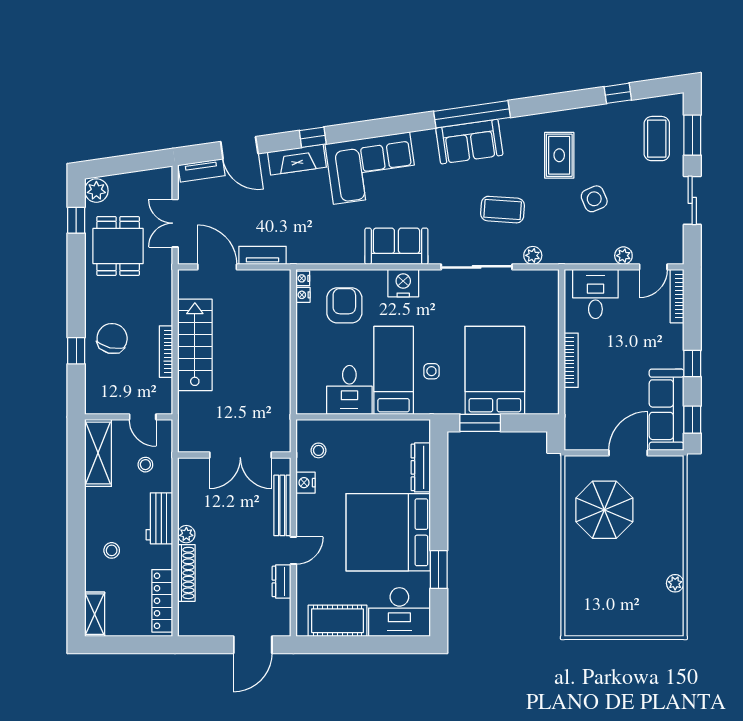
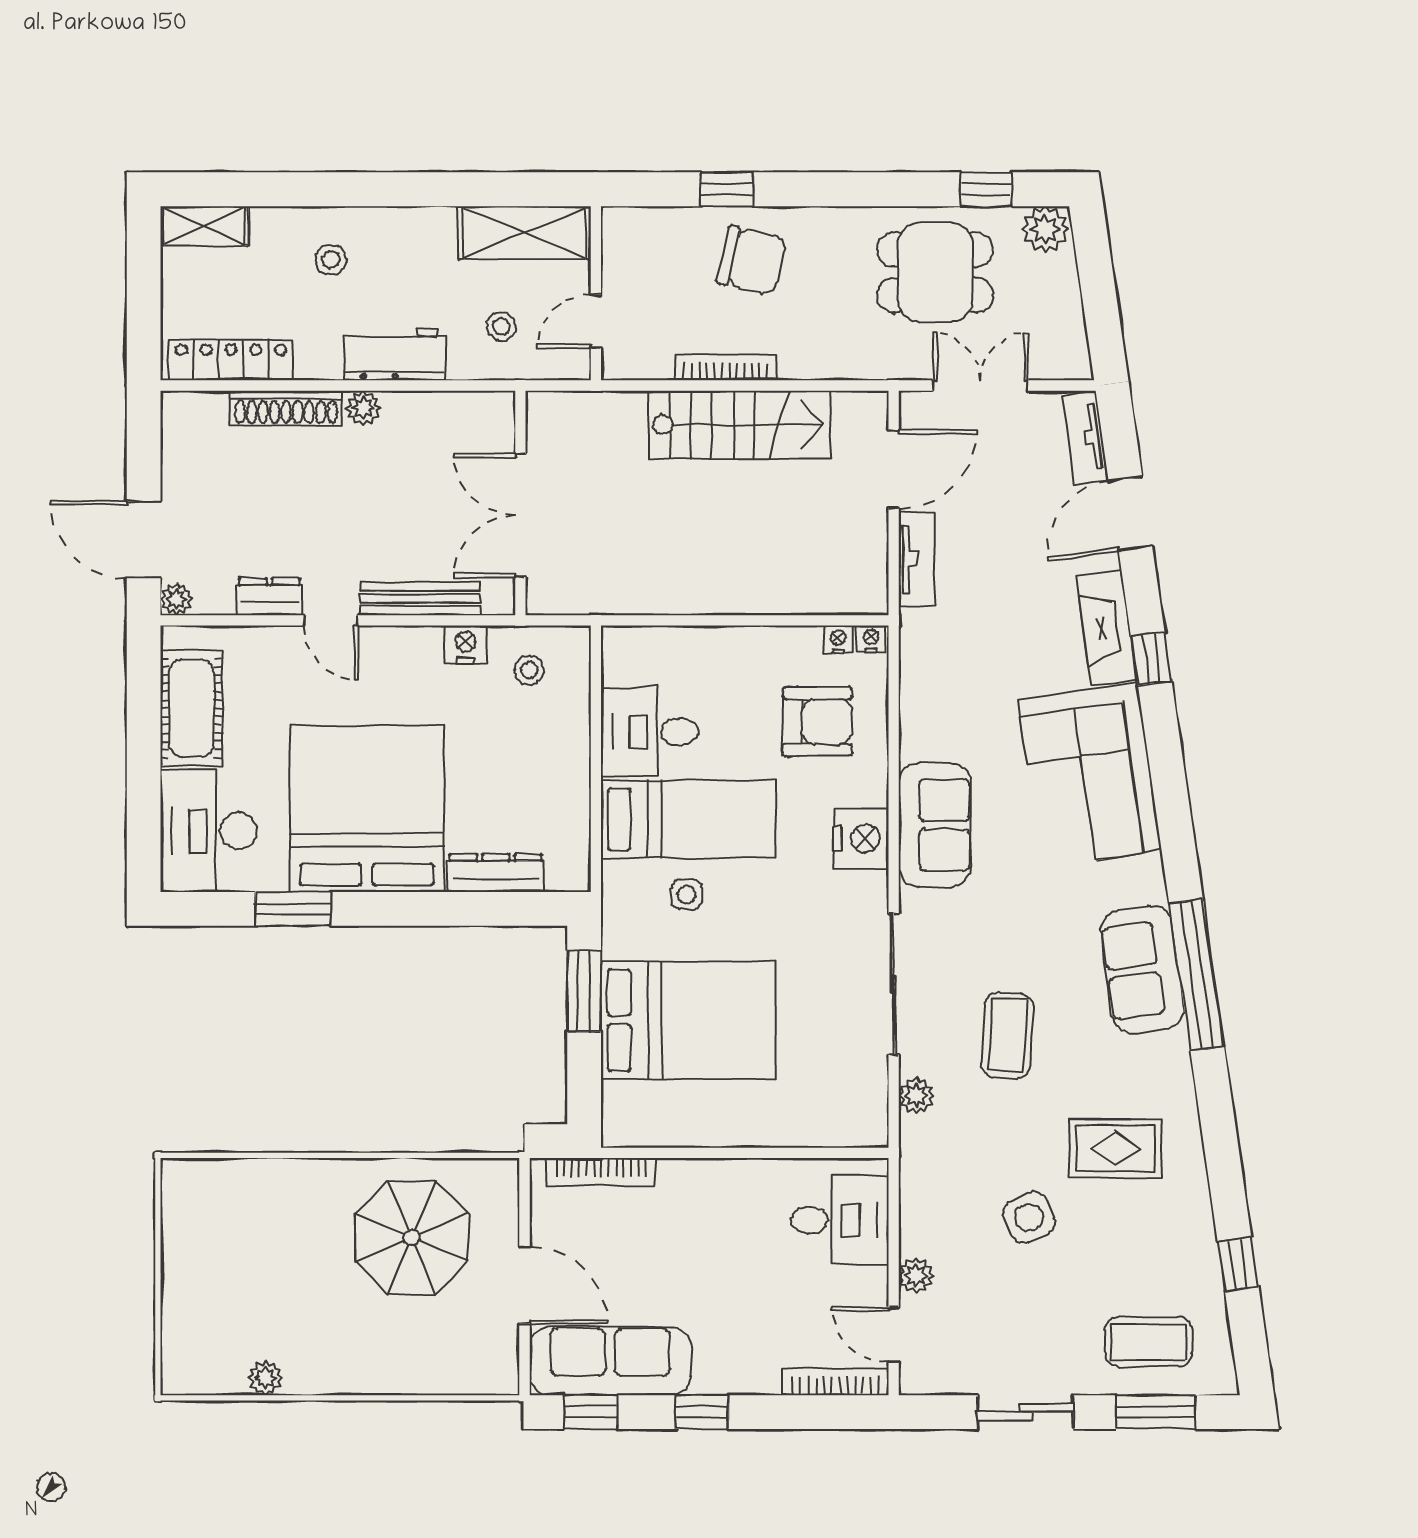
bookcase: (571, 360) -> (601, 1172), moved
plant: (283, 628) -> (176, 599), added

